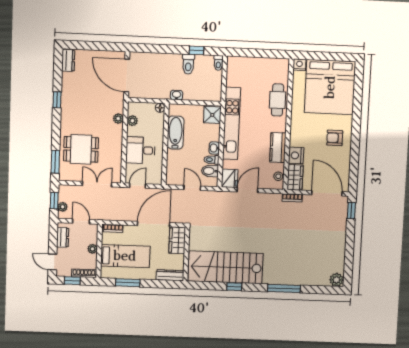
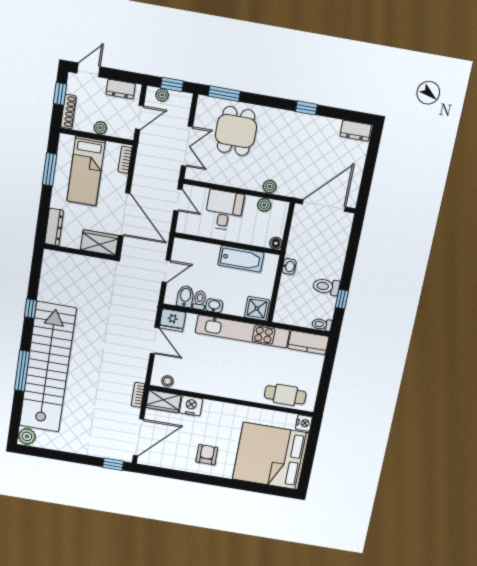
cafe table: (278, 100) -> (285, 395), moved
kitchen counter: (278, 147) -> (308, 342), moved, turned 180
stairs: (225, 267) -> (48, 367), moved, width x1.36

